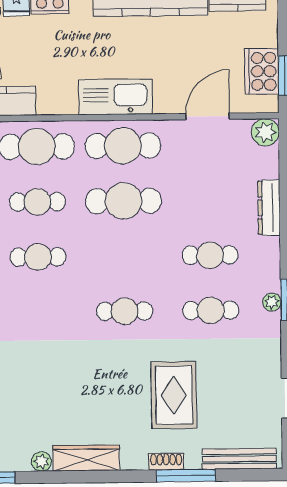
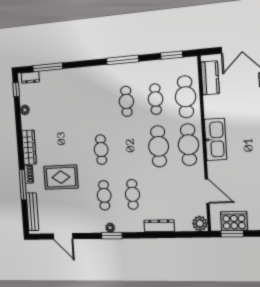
wardrobe: (86, 458) -> (29, 147), moved

